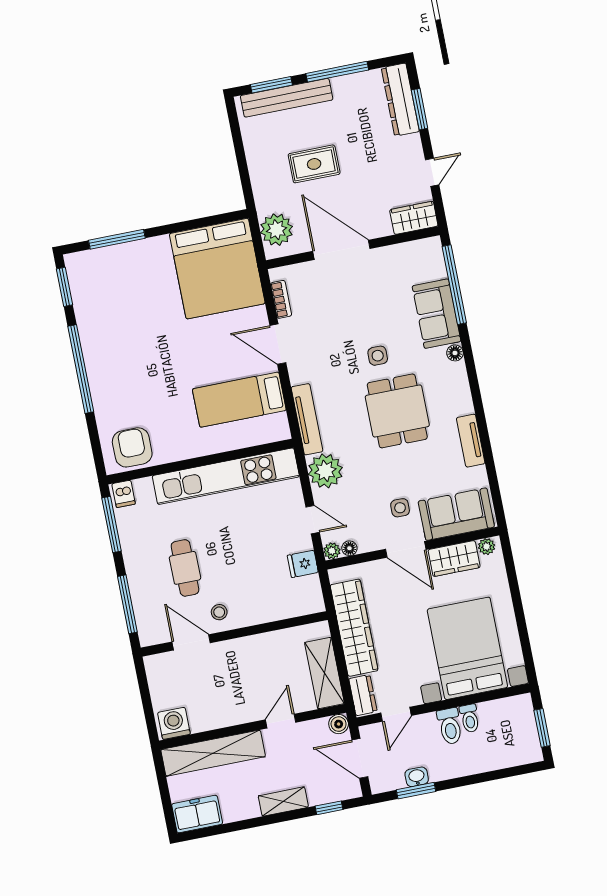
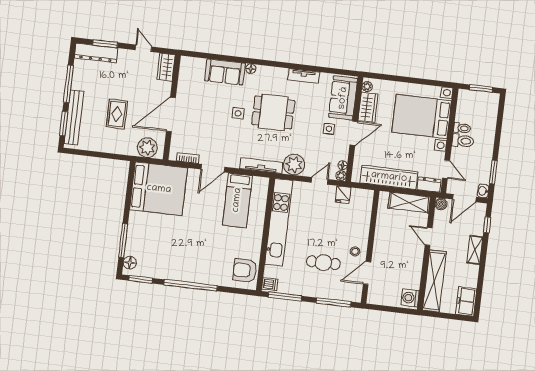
floor lamp: (85, 261) -> (130, 263), added
window: (454, 285) -> (212, 56), removed
washbasin: (417, 777) -> (483, 191), moved

